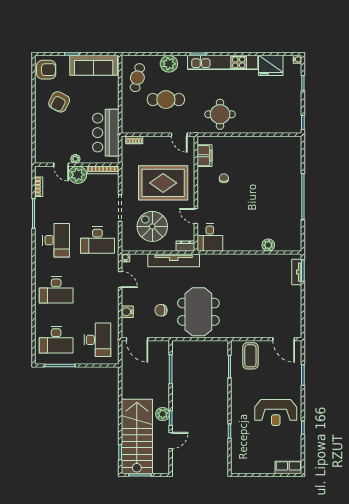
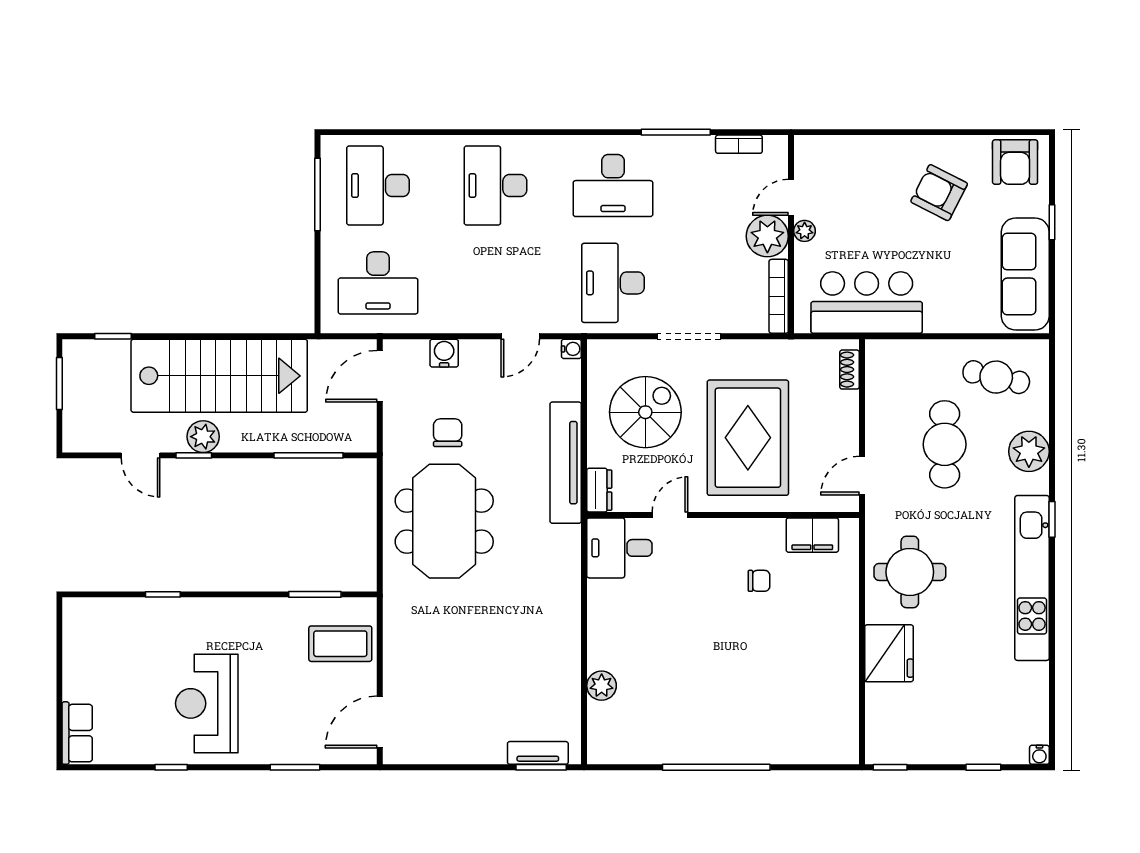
fridge: (271, 65) -> (889, 653), moved, turned 180
meeting table: (198, 312) -> (444, 521), turned 90
stairs: (137, 436) -> (219, 376), moved

